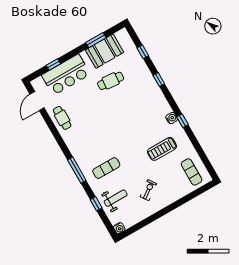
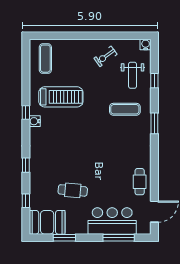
booth: (105, 51) -> (47, 222), moved
window: (53, 64) -> (119, 238), width x2.17
treadmill: (162, 149) -> (61, 97), width x1.37, depth x1.38
window: (77, 170) -> (154, 123), width x0.69
exercise bike: (148, 190) -> (106, 56), moved
weight bench: (116, 198) -> (133, 75), turned -90

